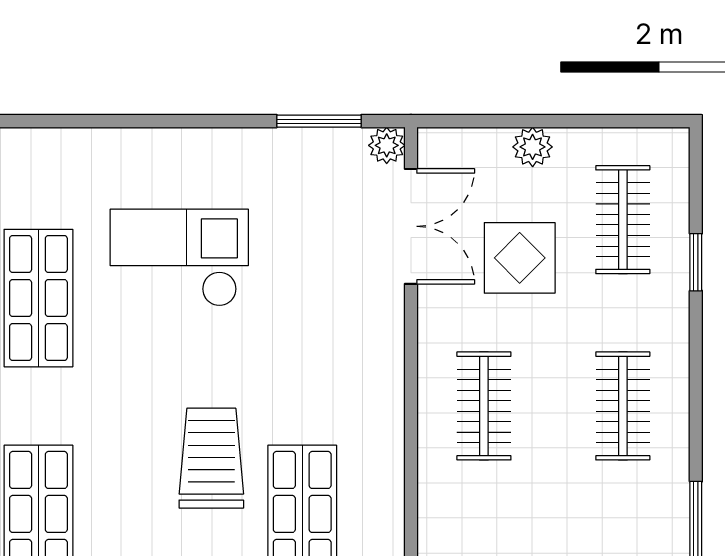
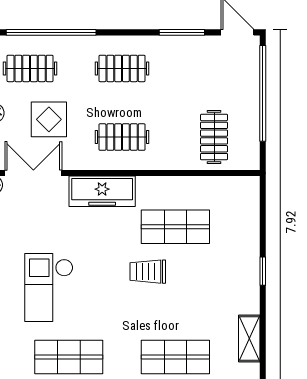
window: (696, 262) -> (51, 32), width x3.17
freezer: (374, 366) -> (102, 191), added
trolley: (211, 458) -> (148, 272), width x0.73, depth x0.72

